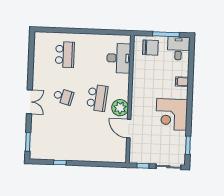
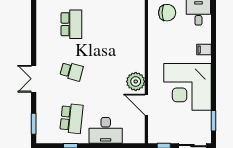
desk: (119, 58) -> (106, 130), moved, turned 90
school desk: (97, 98) -> (71, 118), moved
double door: (29, 102) -> (34, 79), swing flipped
corner desk: (172, 114) -> (188, 87), width x1.36, depth x1.36

